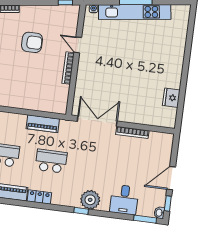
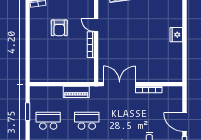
armchair: (32, 42) -> (59, 28), turned 90
fridge: (171, 98) -> (176, 35), moved
door: (171, 178) -> (184, 122), hinge flipped

